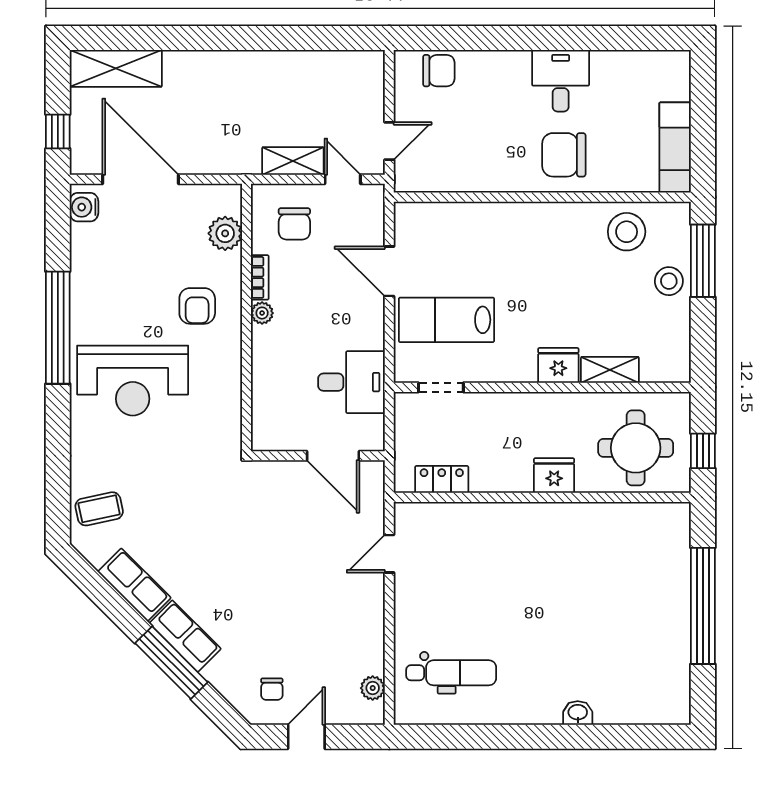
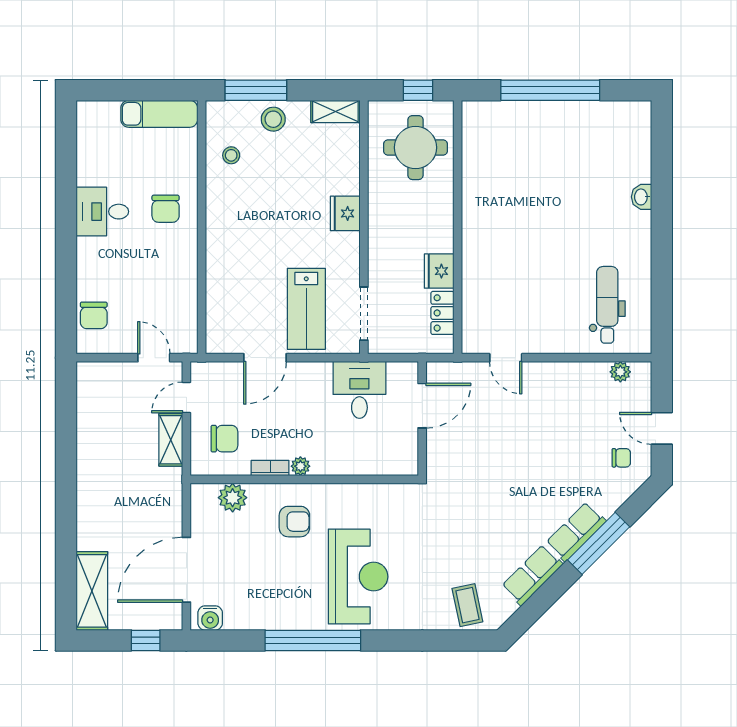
chair: (439, 71) -> (94, 315), turned 180
chair: (564, 155) -> (166, 209), width x0.73, depth x0.73
stool: (627, 232) -> (231, 155), width x0.53, depth x0.53
shelving: (610, 370) -> (335, 111), moved, turned 90
doorway: (441, 387) -> (364, 314), width x1.38
fridge: (554, 476) -> (439, 271), moved

